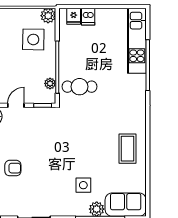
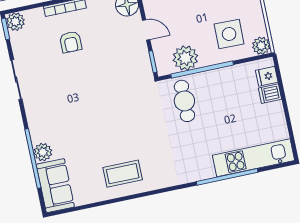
plant: (50, 83) -> (185, 58), width x1.88, depth x1.88
side table: (83, 185) -> (68, 130), removed

